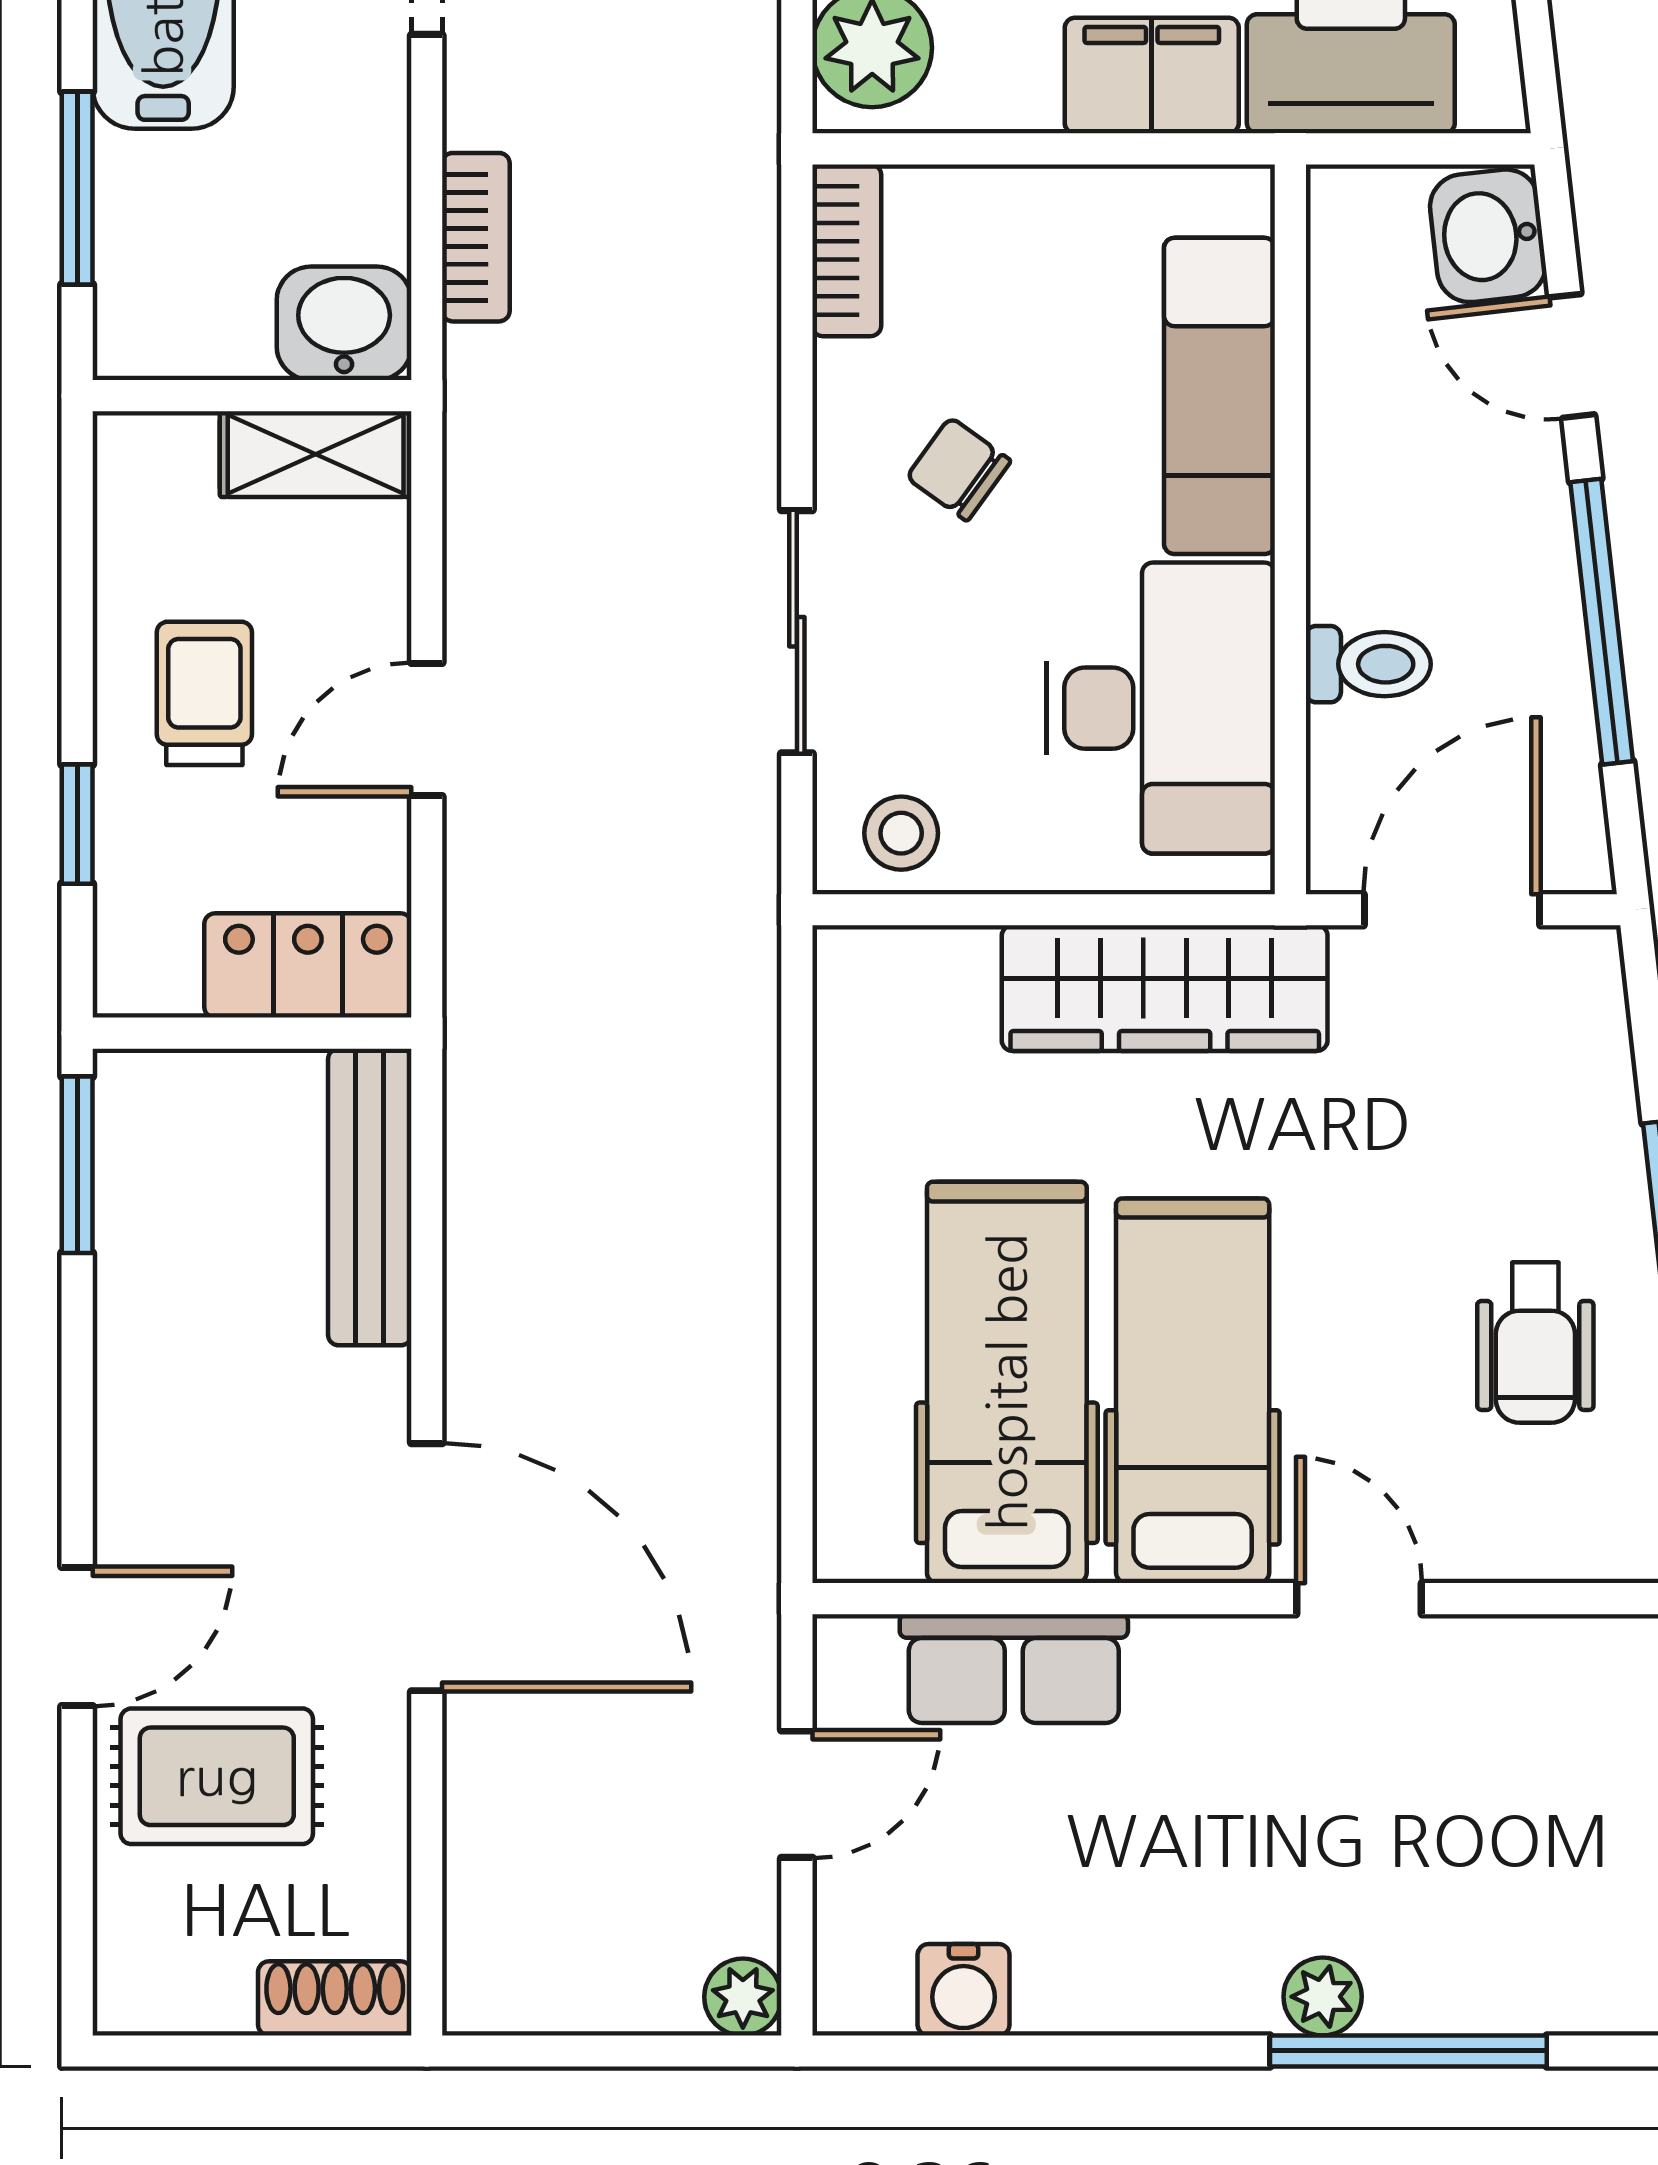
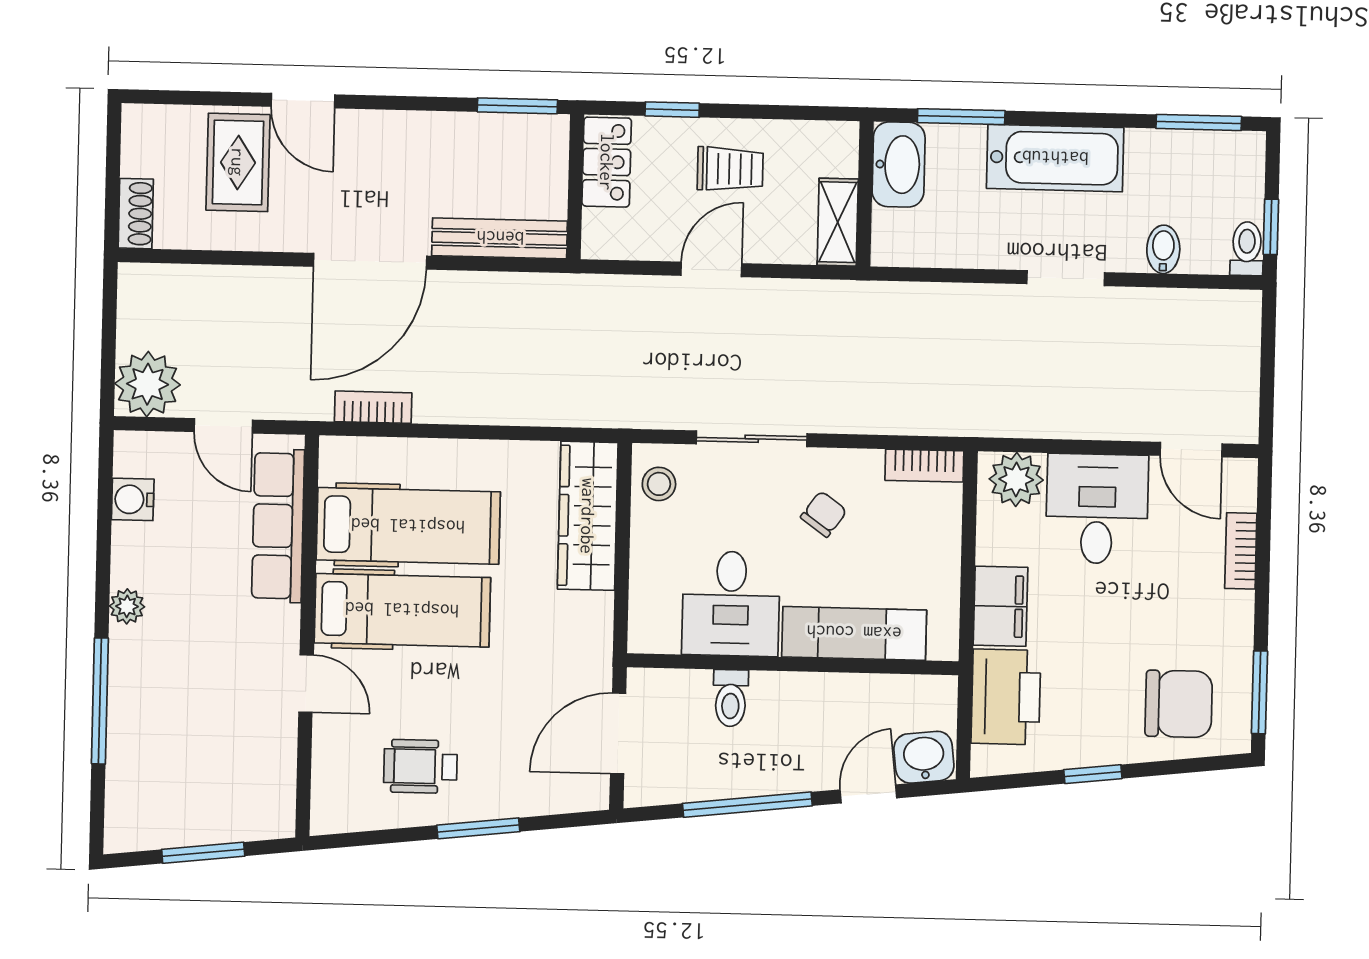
bookcase: (476, 237) -> (373, 407), moved, turned 180
washbasin: (344, 323) -> (899, 164), moved, width x1.38
desk: (1161, 708) -> (731, 604), width x0.73
door: (427, 730) -> (711, 269), hinge flipped
door: (1452, 910) -> (618, 733), swing flipped
locker: (308, 965) -> (607, 162), moved
wardrobe: (1165, 988) -> (588, 516), moved
door: (427, 1567) -> (370, 261), moved
door: (1359, 1599) -> (306, 684), hinge flipped
row of seats: (1014, 1669) -> (278, 526), width x1.48
plant: (743, 1997) -> (148, 384), width x1.88, depth x1.88
plant: (1323, 1997) -> (127, 606), moved

